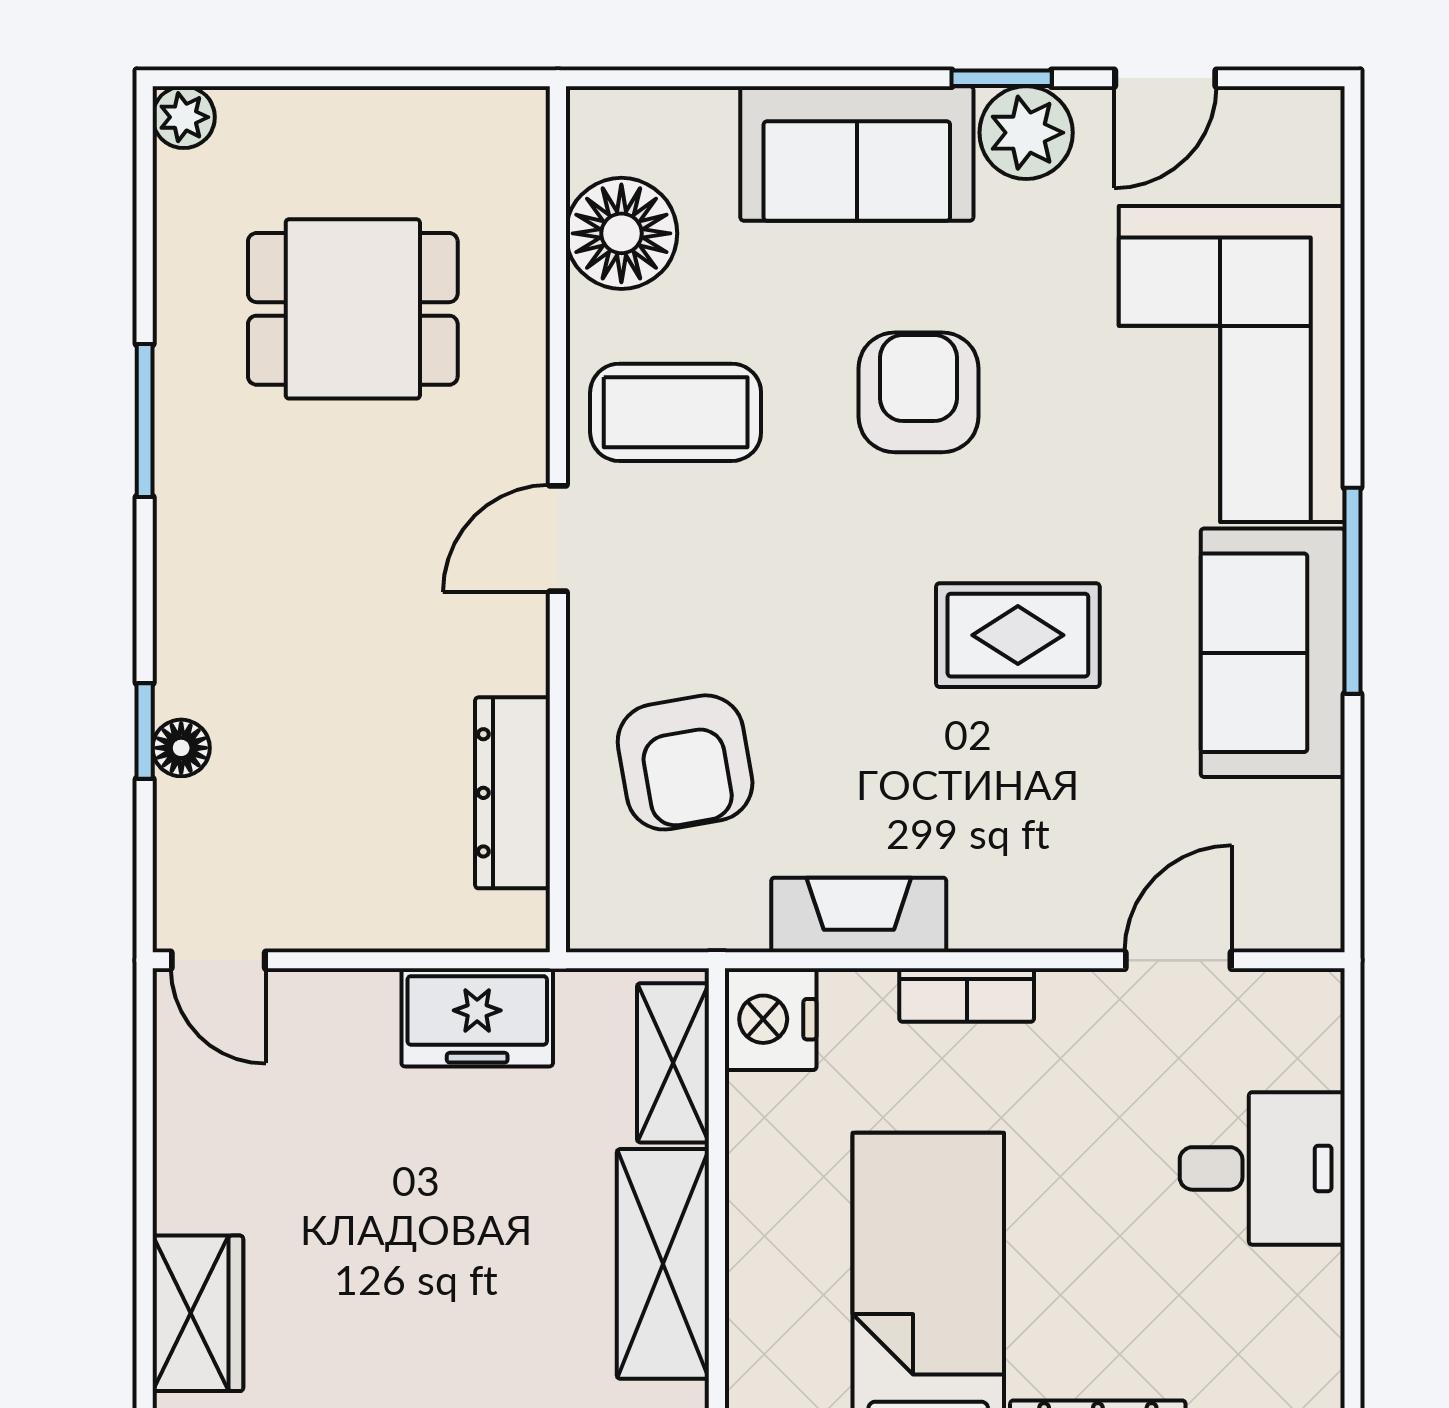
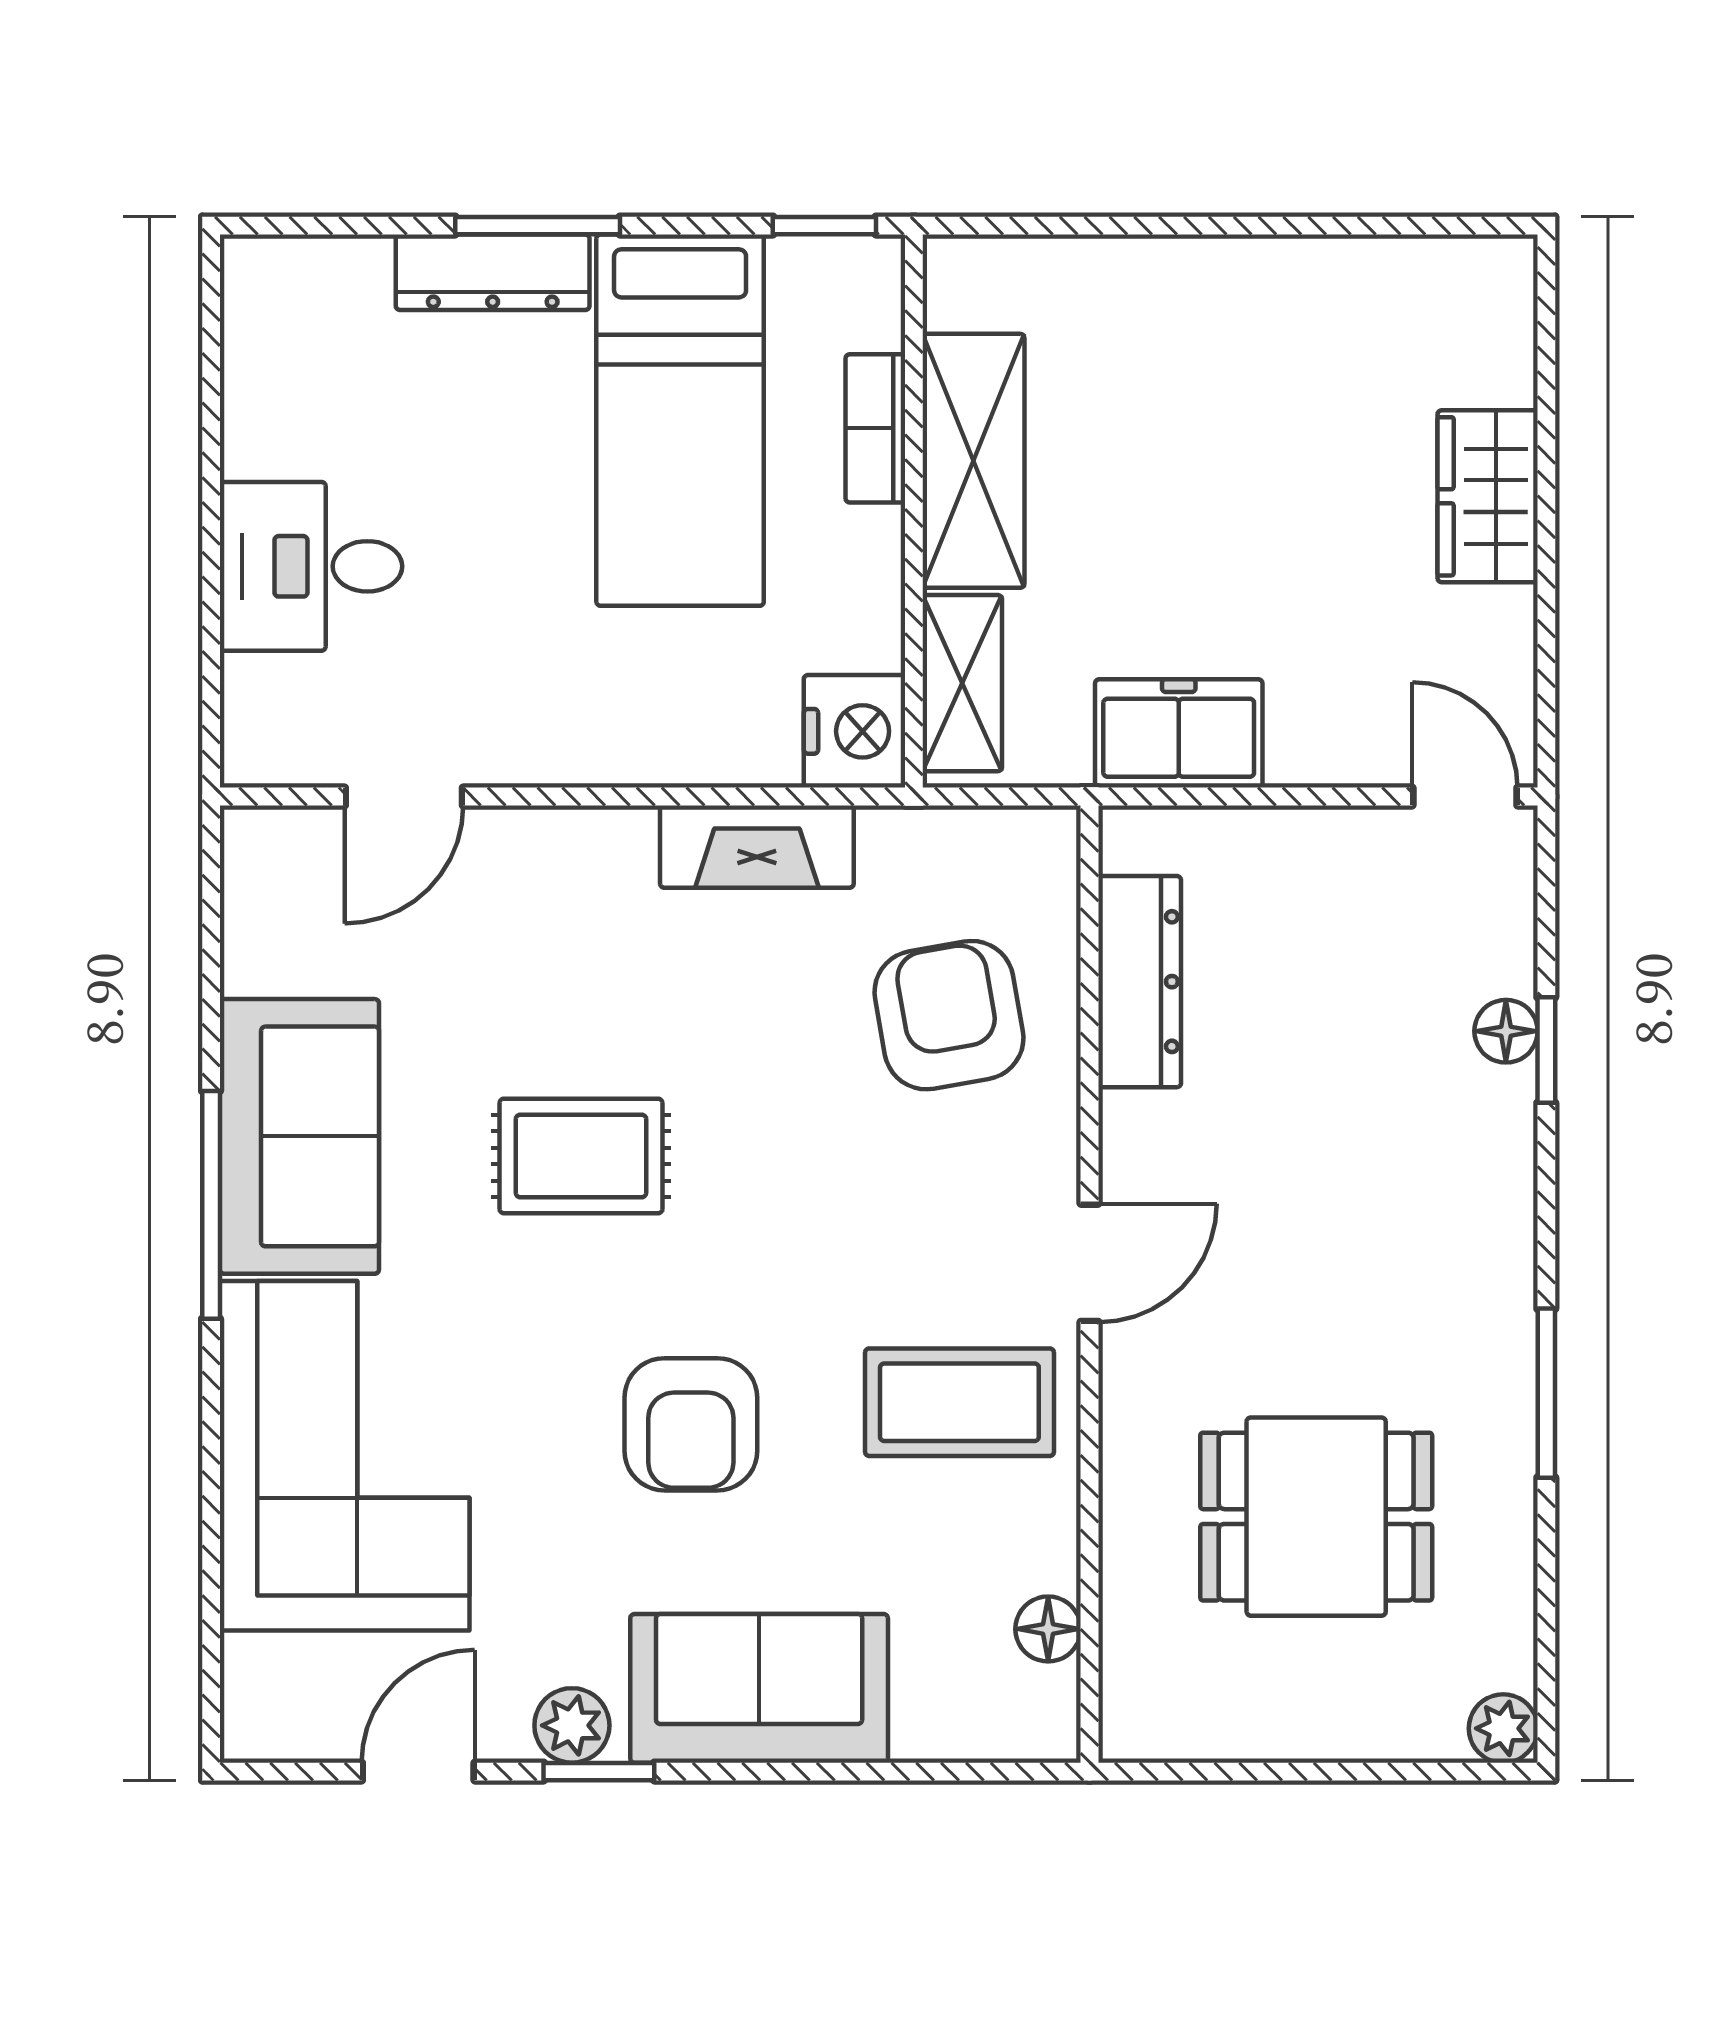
plant: (1026, 133) -> (572, 1725), width x0.73, depth x0.73
floor lamp: (621, 233) -> (1048, 1629), width x0.53, depth x0.53
bookcase: (967, 995) -> (875, 428), moved, turned -90
wardrobe: (198, 1313) -> (1488, 496), moved

